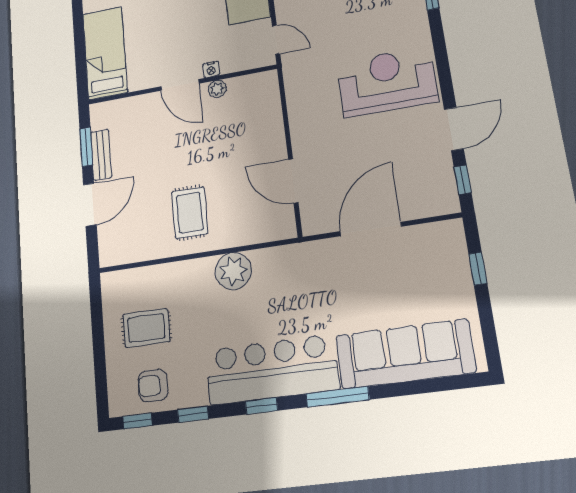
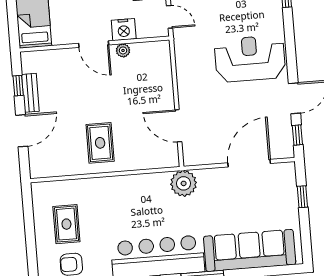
nightstand: (211, 70) -> (124, 30), width x1.89, depth x1.79
window: (86, 147) -> (18, 86), width x0.67
door: (371, 229) -> (249, 163), moved
plant: (233, 271) -> (184, 183), moved
rug: (146, 328) -> (66, 224), turned 90

